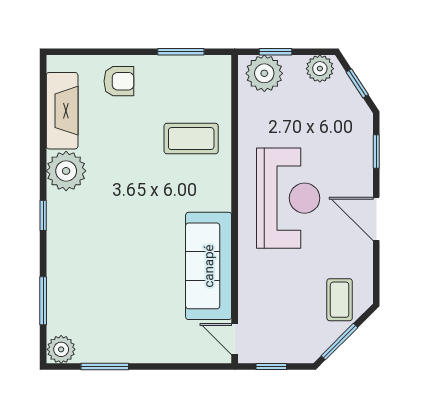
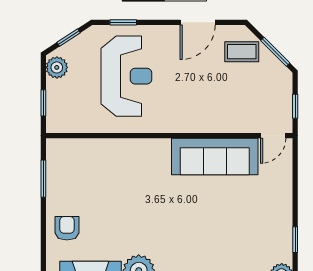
plant: (264, 73) -> (61, 112), removed
coffee table: (191, 139) -> (113, 170), removed
reception desk: (288, 198) -> (126, 76), moved, turned 90
door: (376, 219) -> (198, 22), moved
window: (105, 367) -> (295, 240), width x0.67

